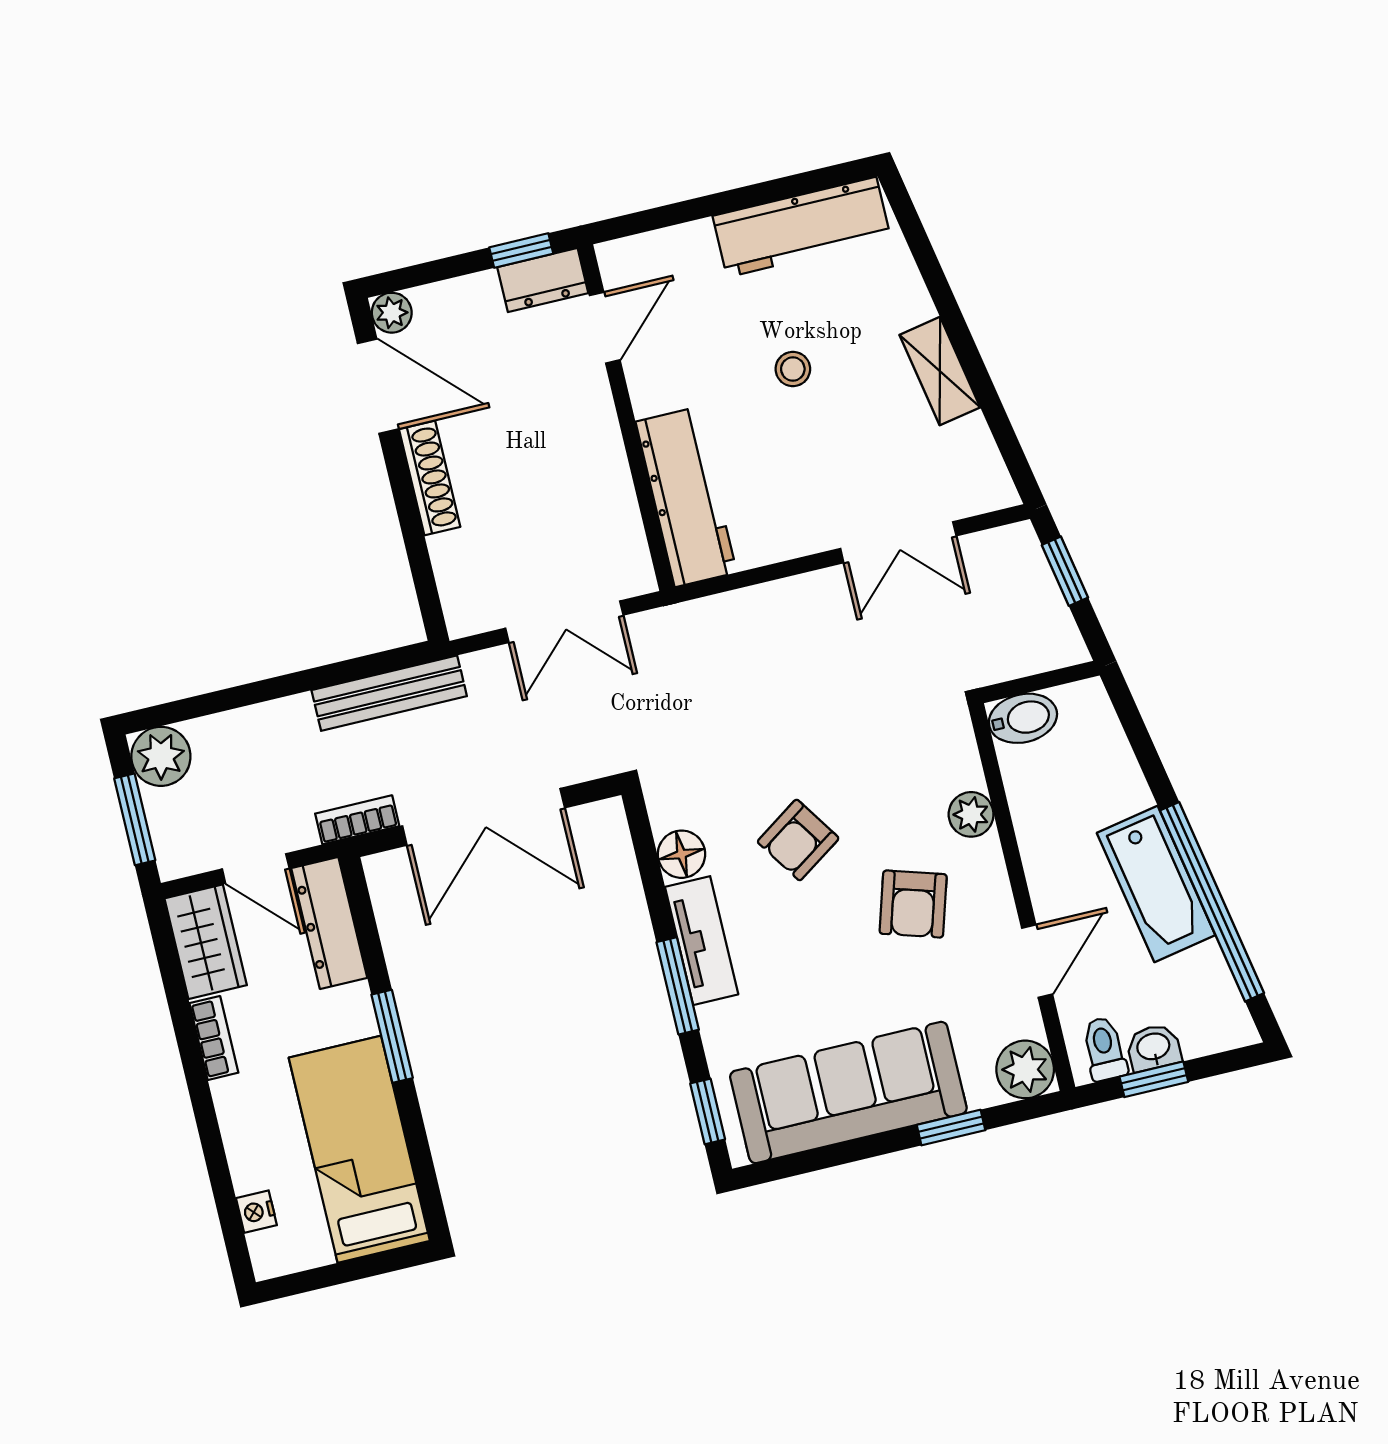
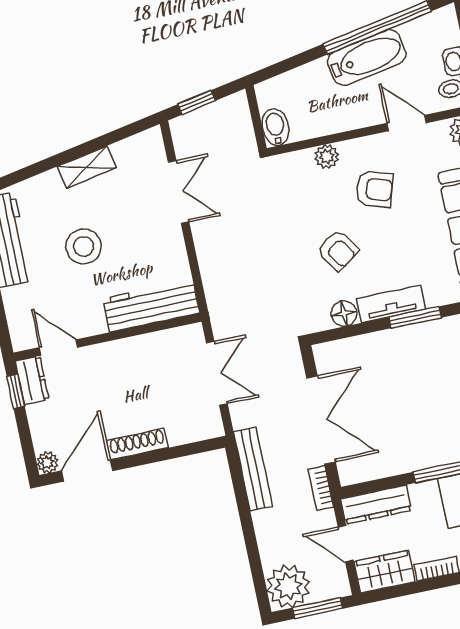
stool: (793, 369) -> (84, 246), width x1.89, depth x1.89
plant: (161, 756) -> (288, 586), width x1.36, depth x1.36
door: (256, 868) -> (346, 544), swing flipped

